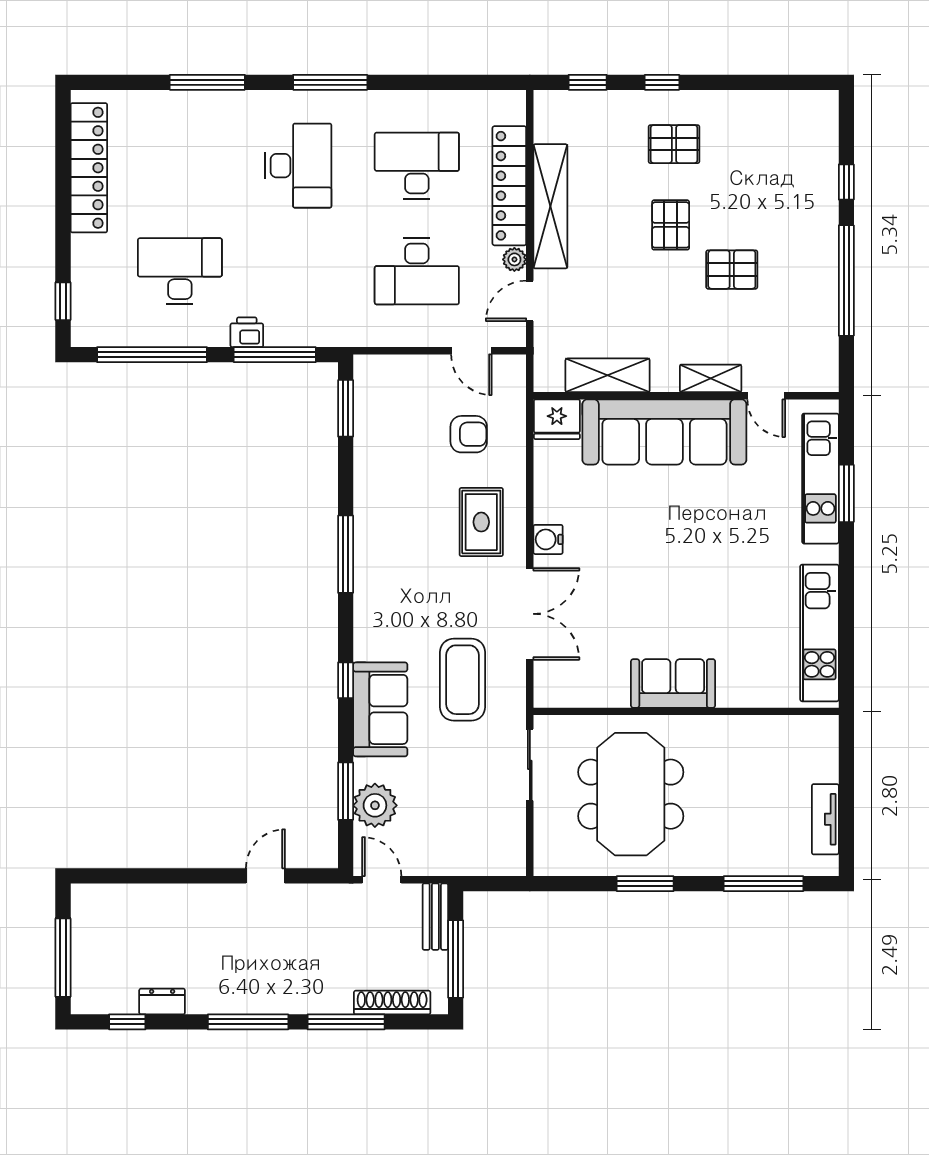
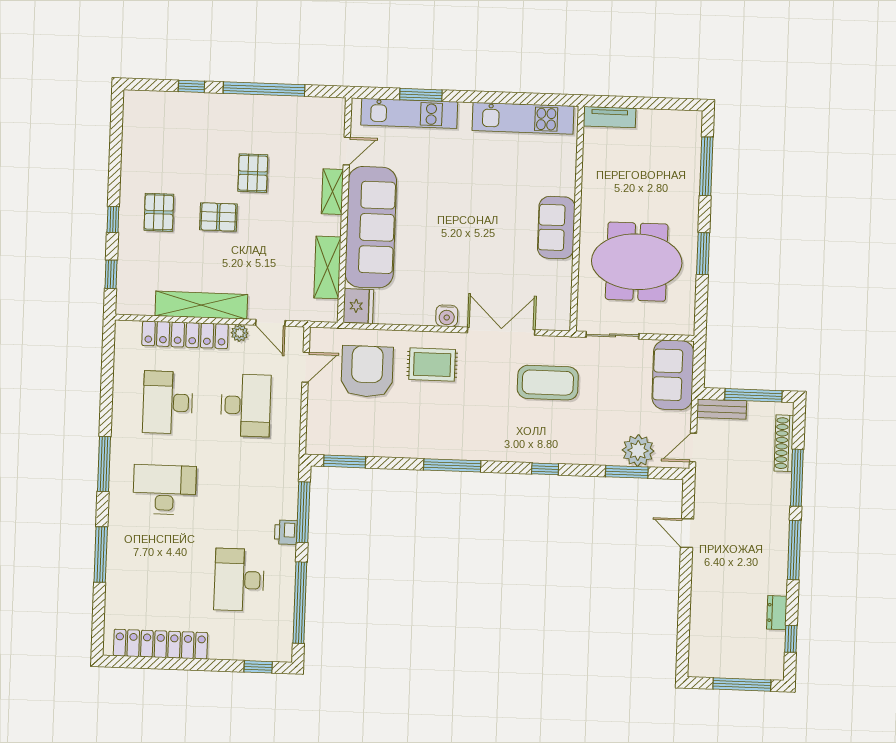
armchair: (469, 434) -> (367, 371), width x1.88, depth x1.88
sofa: (380, 709) -> (673, 375), moved, turned -90
tv unit: (825, 819) -> (610, 117), moved

